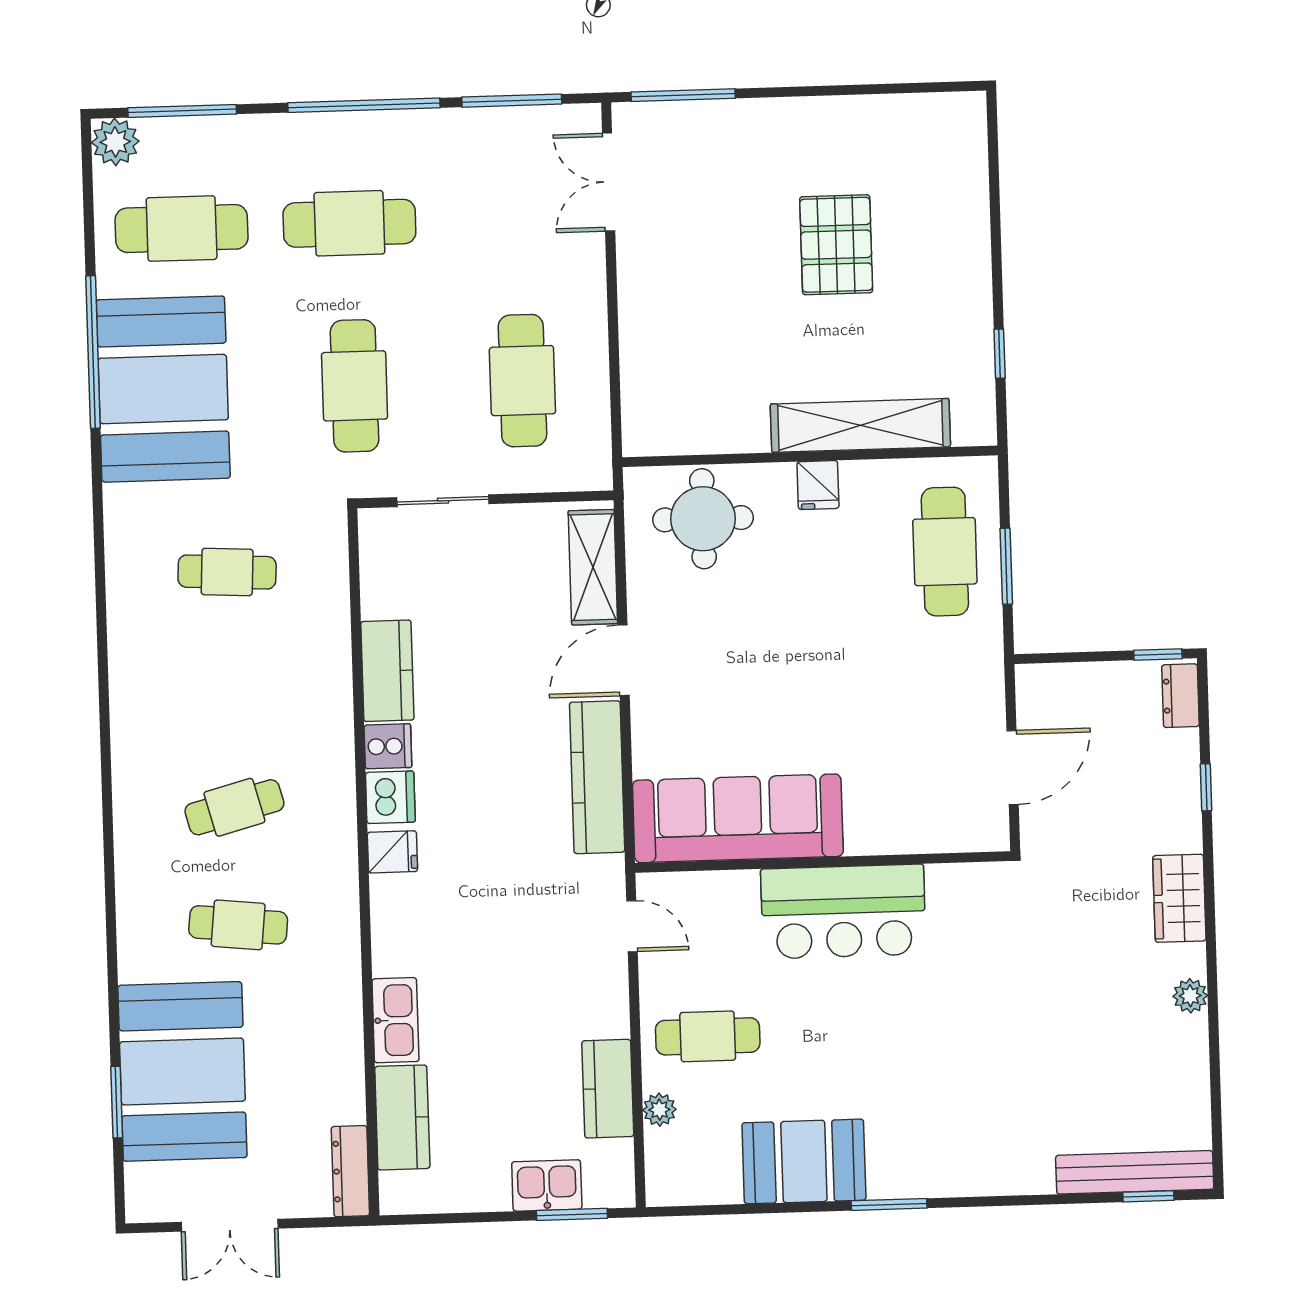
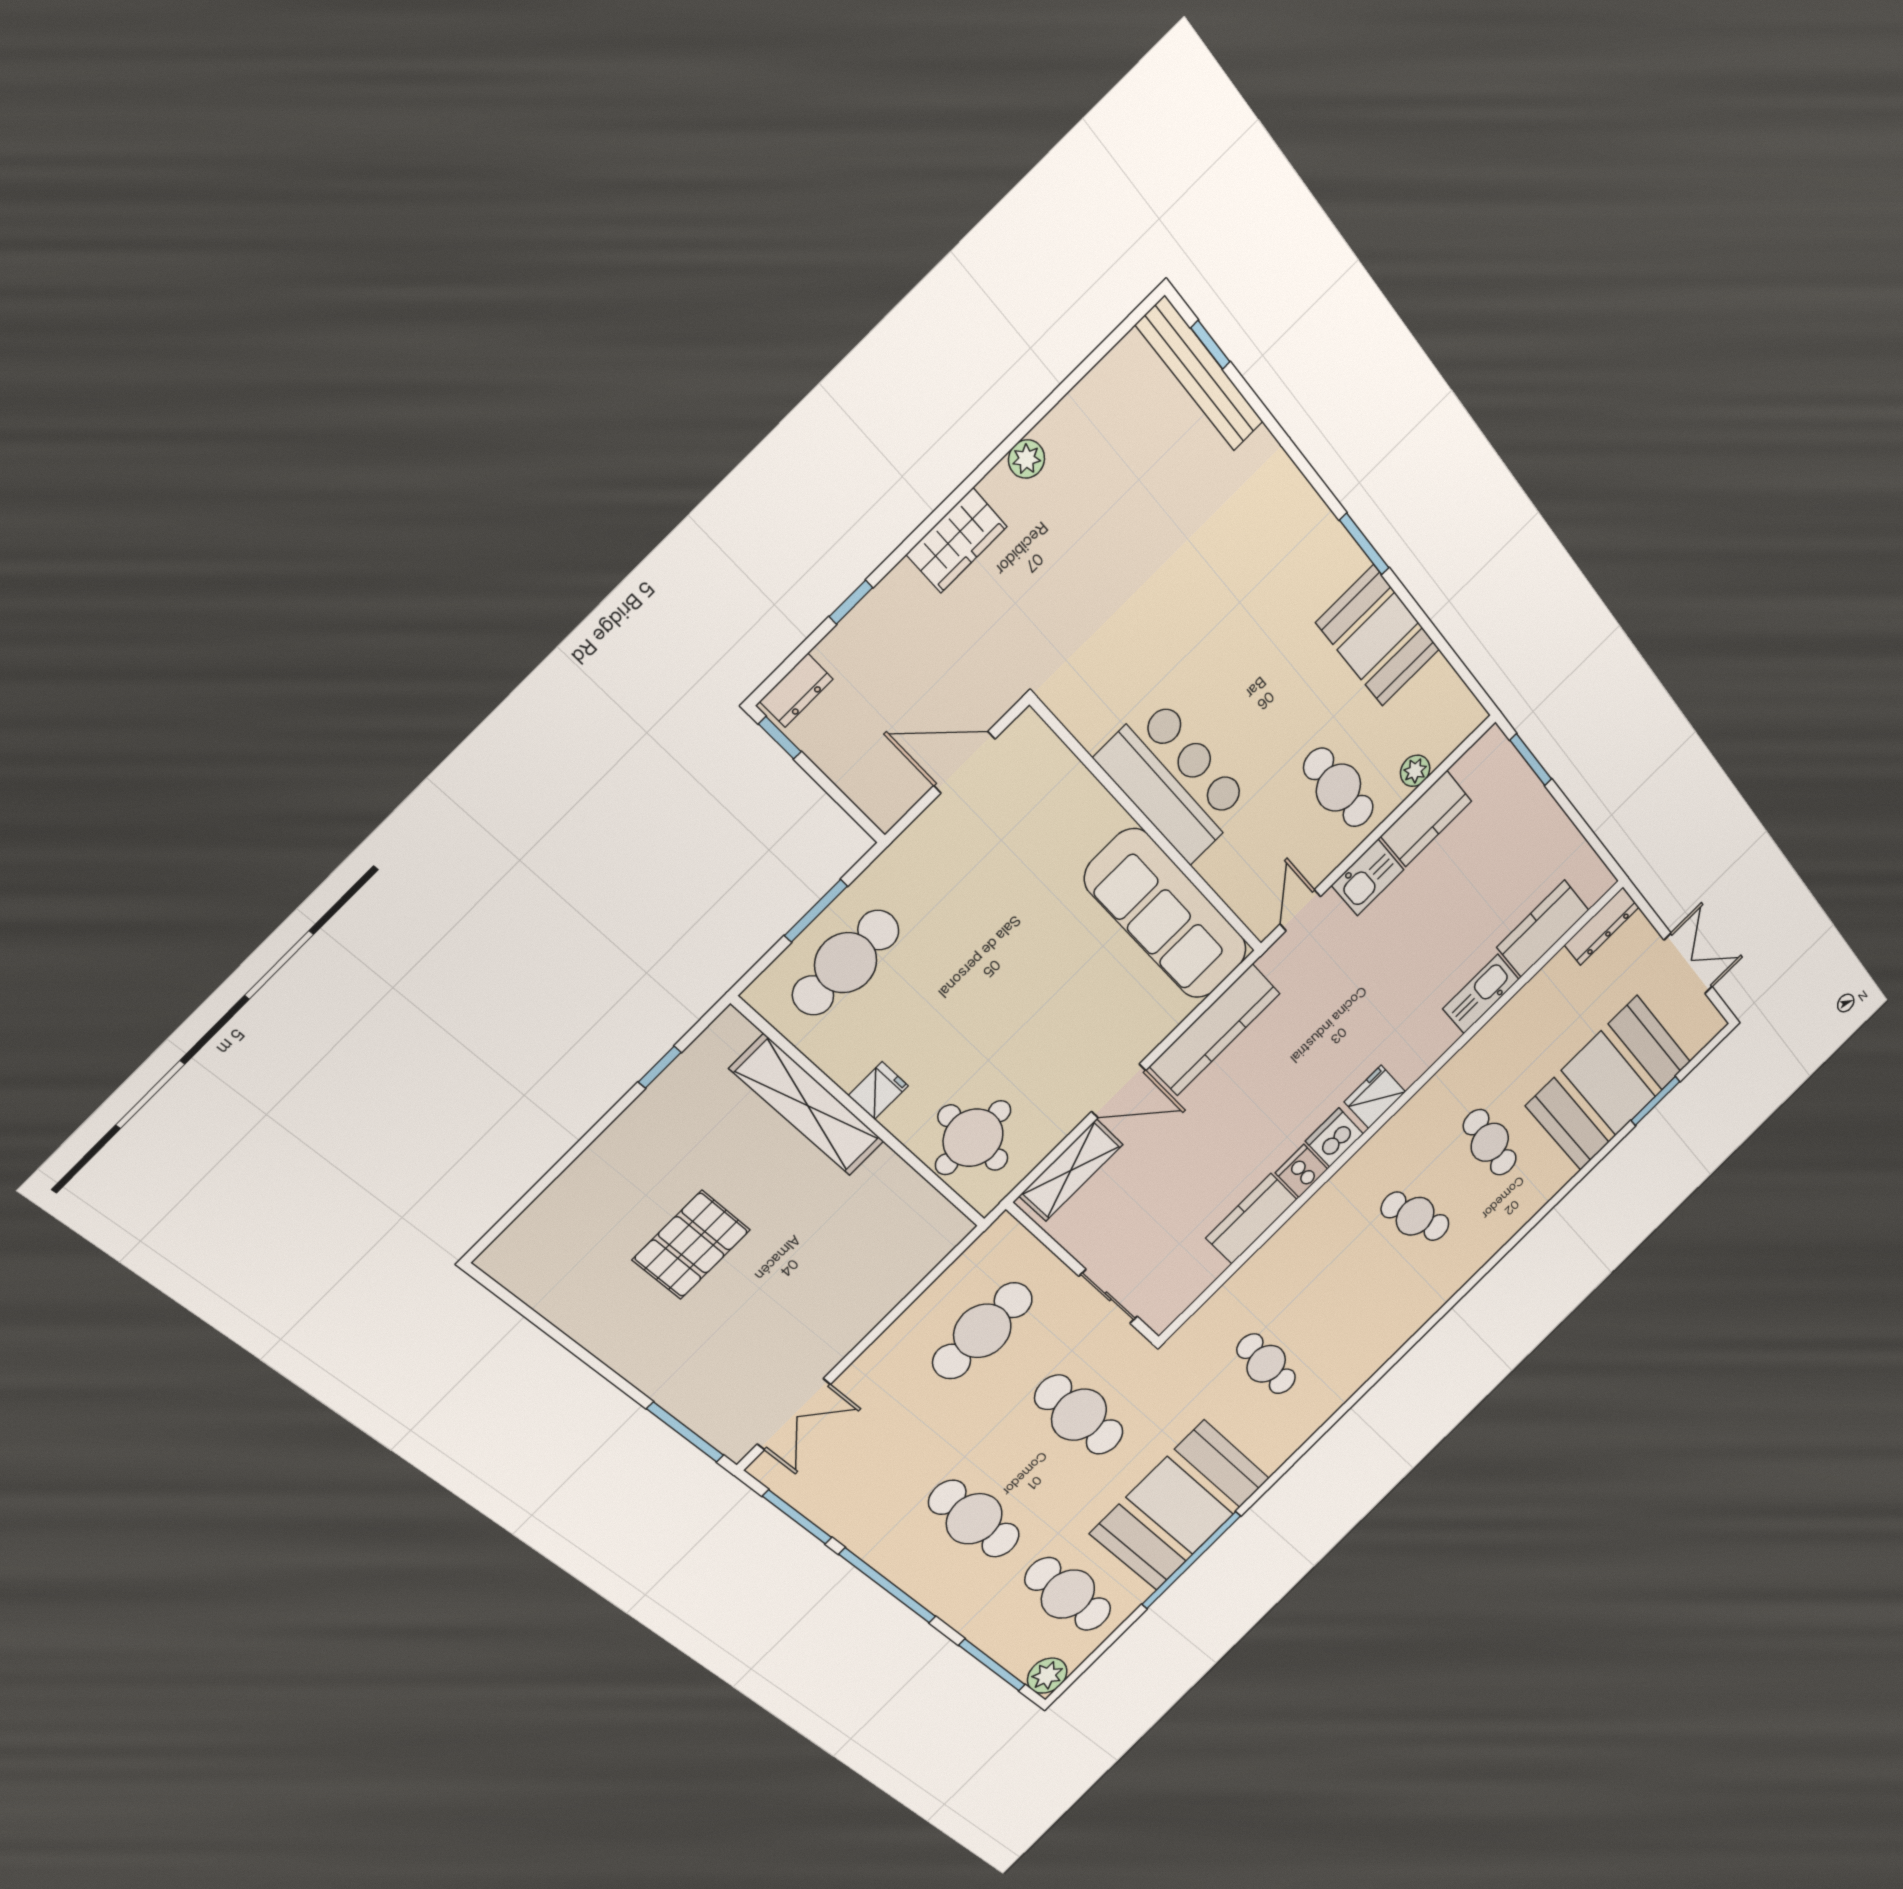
cafe table: (355, 386) -> (1079, 1415), turned 90
fridge: (392, 852) -> (1375, 1097), width x1.38
kitchen sink: (547, 1185) -> (1368, 877), moved, turned -90

